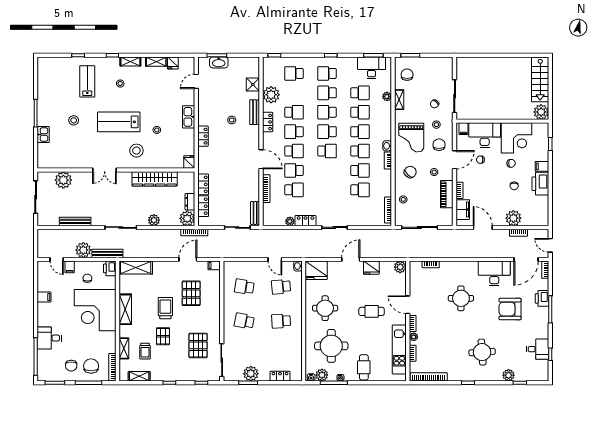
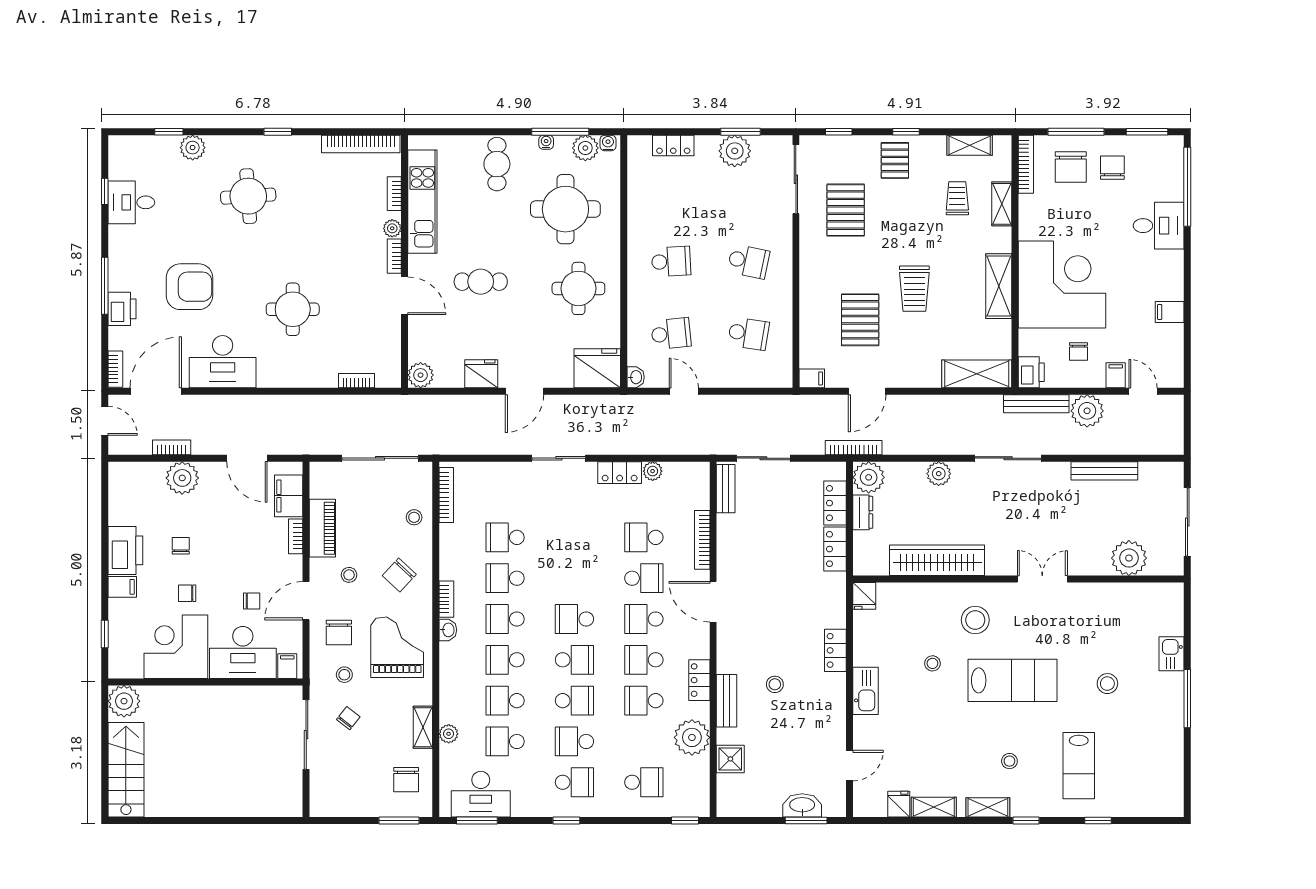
school desk: (327, 93) -> (574, 741), turned 180
school desk: (294, 132) -> (644, 660), turned 180
pallet: (163, 336) -> (895, 160), moved

